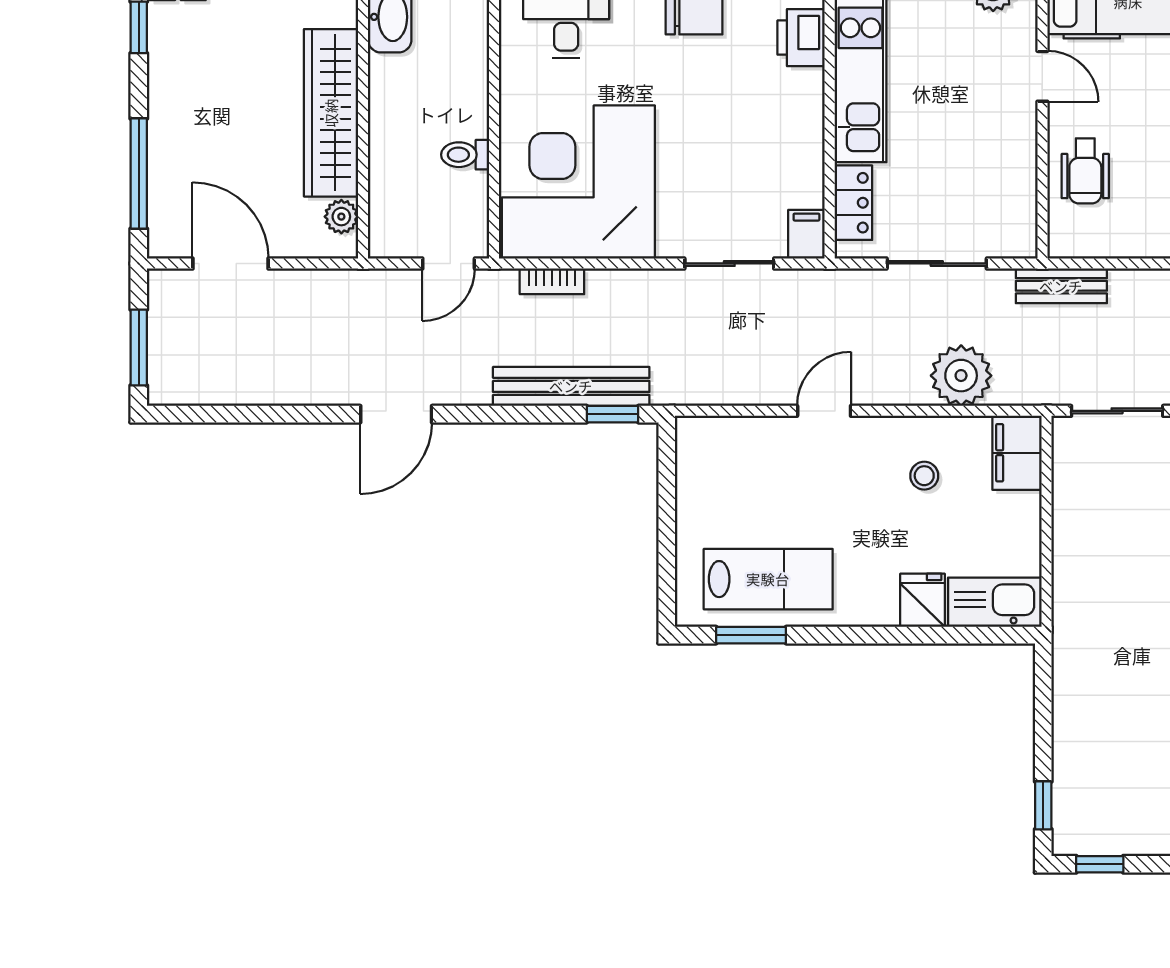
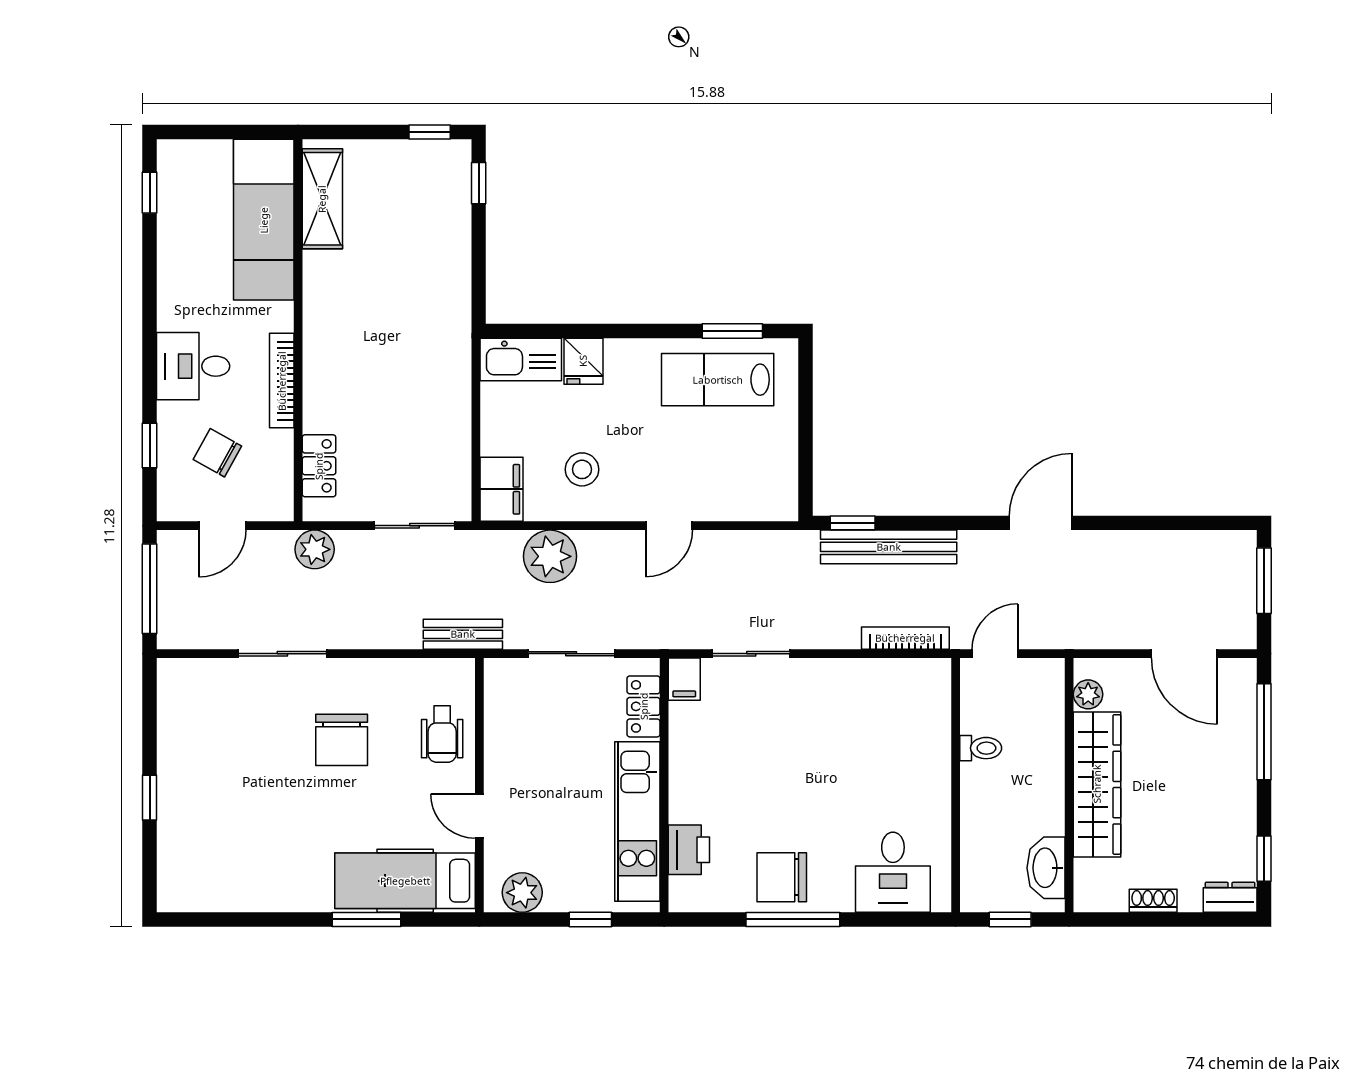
wheelchair: (1085, 171) -> (442, 734), turned 180
corner desk: (578, 182) -> (882, 724), removed
bookcase: (552, 281) -> (905, 638), width x1.56
stool: (924, 476) -> (582, 469), width x1.37, depth x1.37

